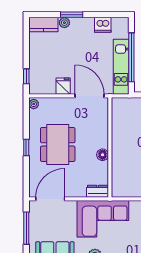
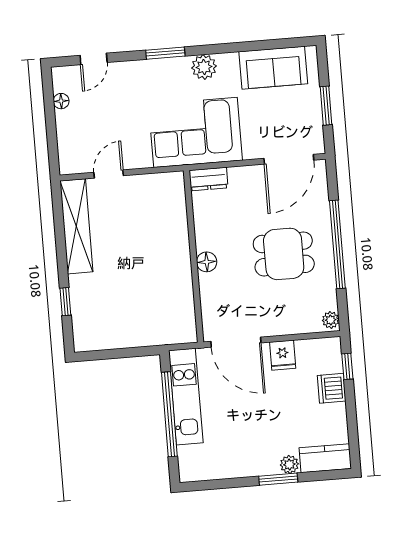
dishwasher: (103, 25) -> (332, 388), moved, turned -90
dining table: (58, 144) -> (284, 254), width x0.73
window: (26, 147) -> (337, 244), width x3.17
floor lamp: (103, 155) -> (207, 262), moved
window: (26, 228) -> (326, 106), width x0.69

